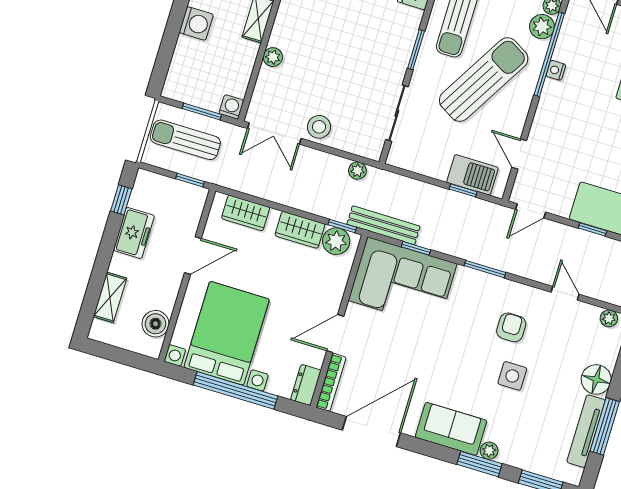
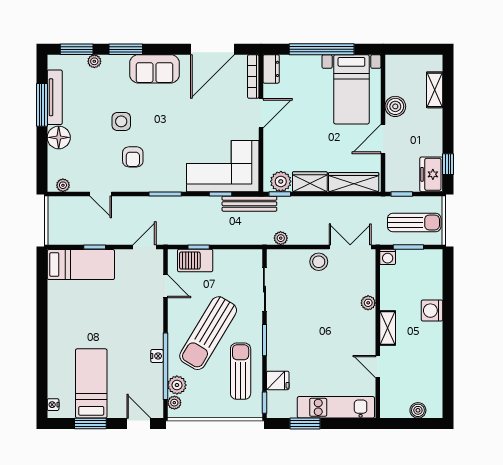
wardrobe: (246, 213) -> (354, 182), width x1.50
freezer: (134, 233) -> (431, 174), moved
boiler: (155, 324) -> (395, 106), moved
bed with nightstands: (227, 333) -> (351, 89), width x0.73
plant: (489, 451) -> (94, 61), moved

